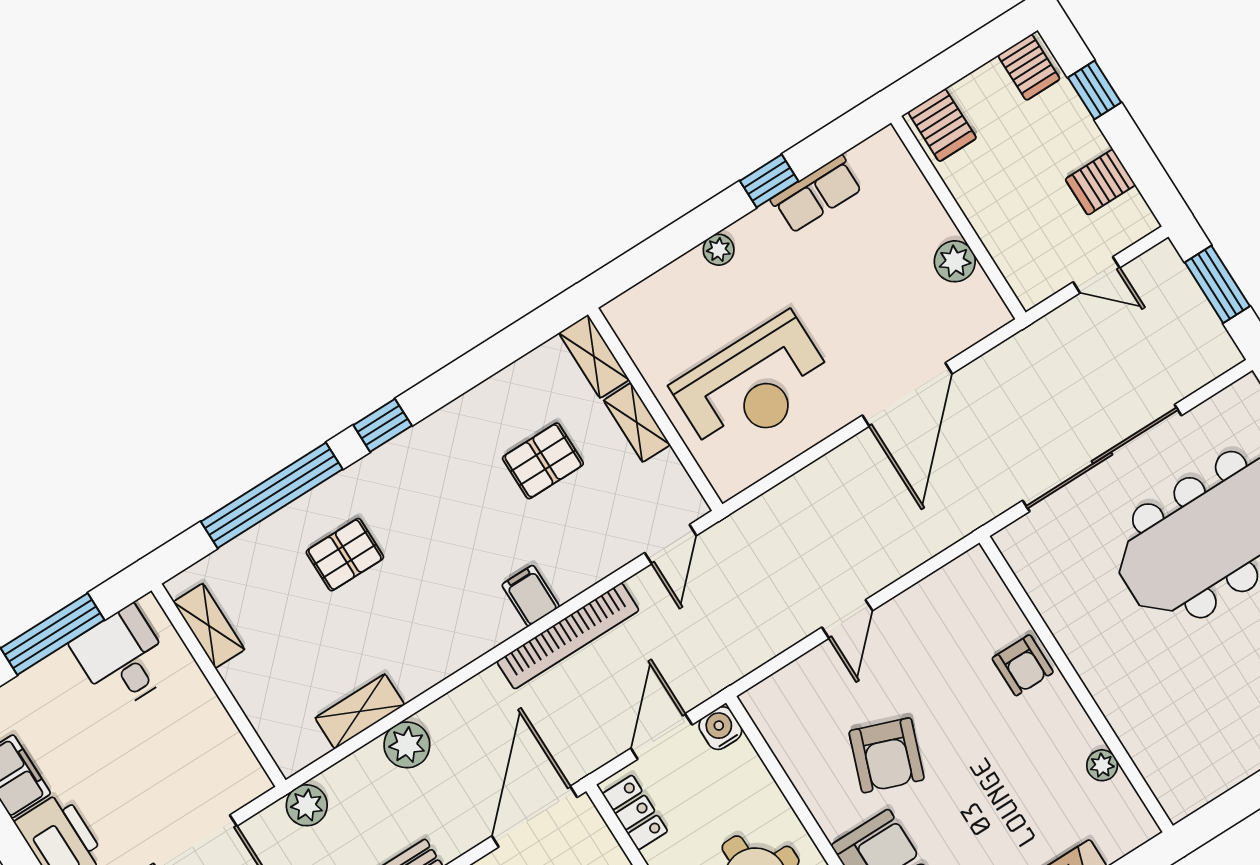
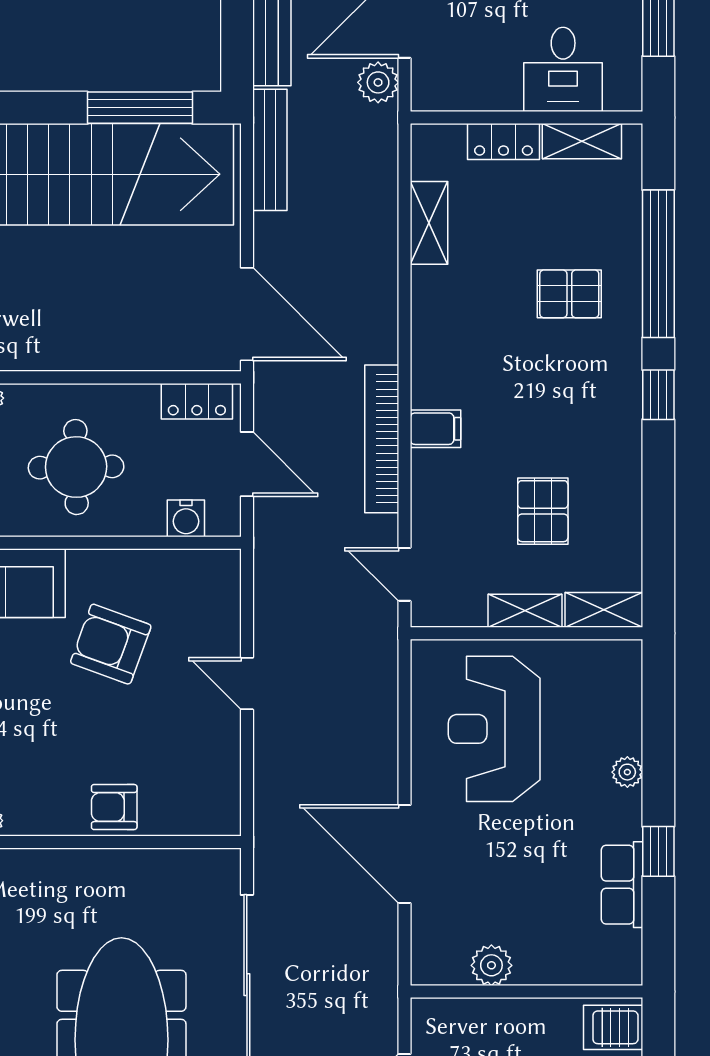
pallet: (345, 555) -> (569, 294), turned 90
desk: (123, 658) -> (563, 69), moved, turned 90
locker: (251, 692) -> (503, 141), added
water cooler: (720, 728) -> (186, 518), moved, turned 90
plant: (407, 745) -> (376, 245), removed
plant: (307, 805) -> (378, 82), moved

